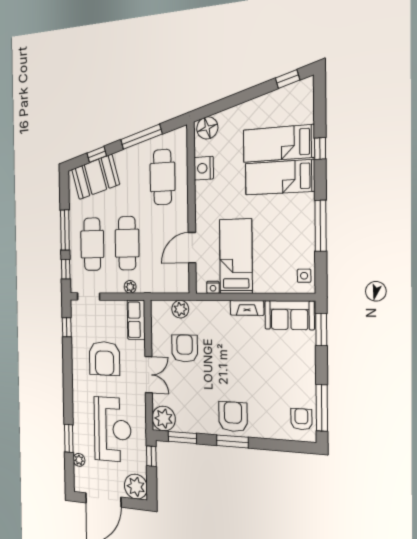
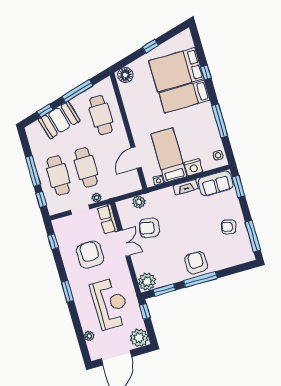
window: (288, 79) -> (150, 46), moved
bed: (278, 144) -> (176, 70), width x1.50
nightstand: (204, 168) -> (193, 167), moved, turned -90
booth: (95, 177) -> (59, 120), moved
doorway: (89, 296) -> (80, 210), moved
armchair: (185, 348) -> (149, 228), turned -78
armchair: (104, 358) -> (90, 255), turned 180
double door: (149, 375) -> (124, 243), moved
armchair: (301, 419) -> (229, 227), moved, turned -74
window: (69, 438) -> (67, 291), moved
window: (232, 441) -> (200, 280), width x1.44

